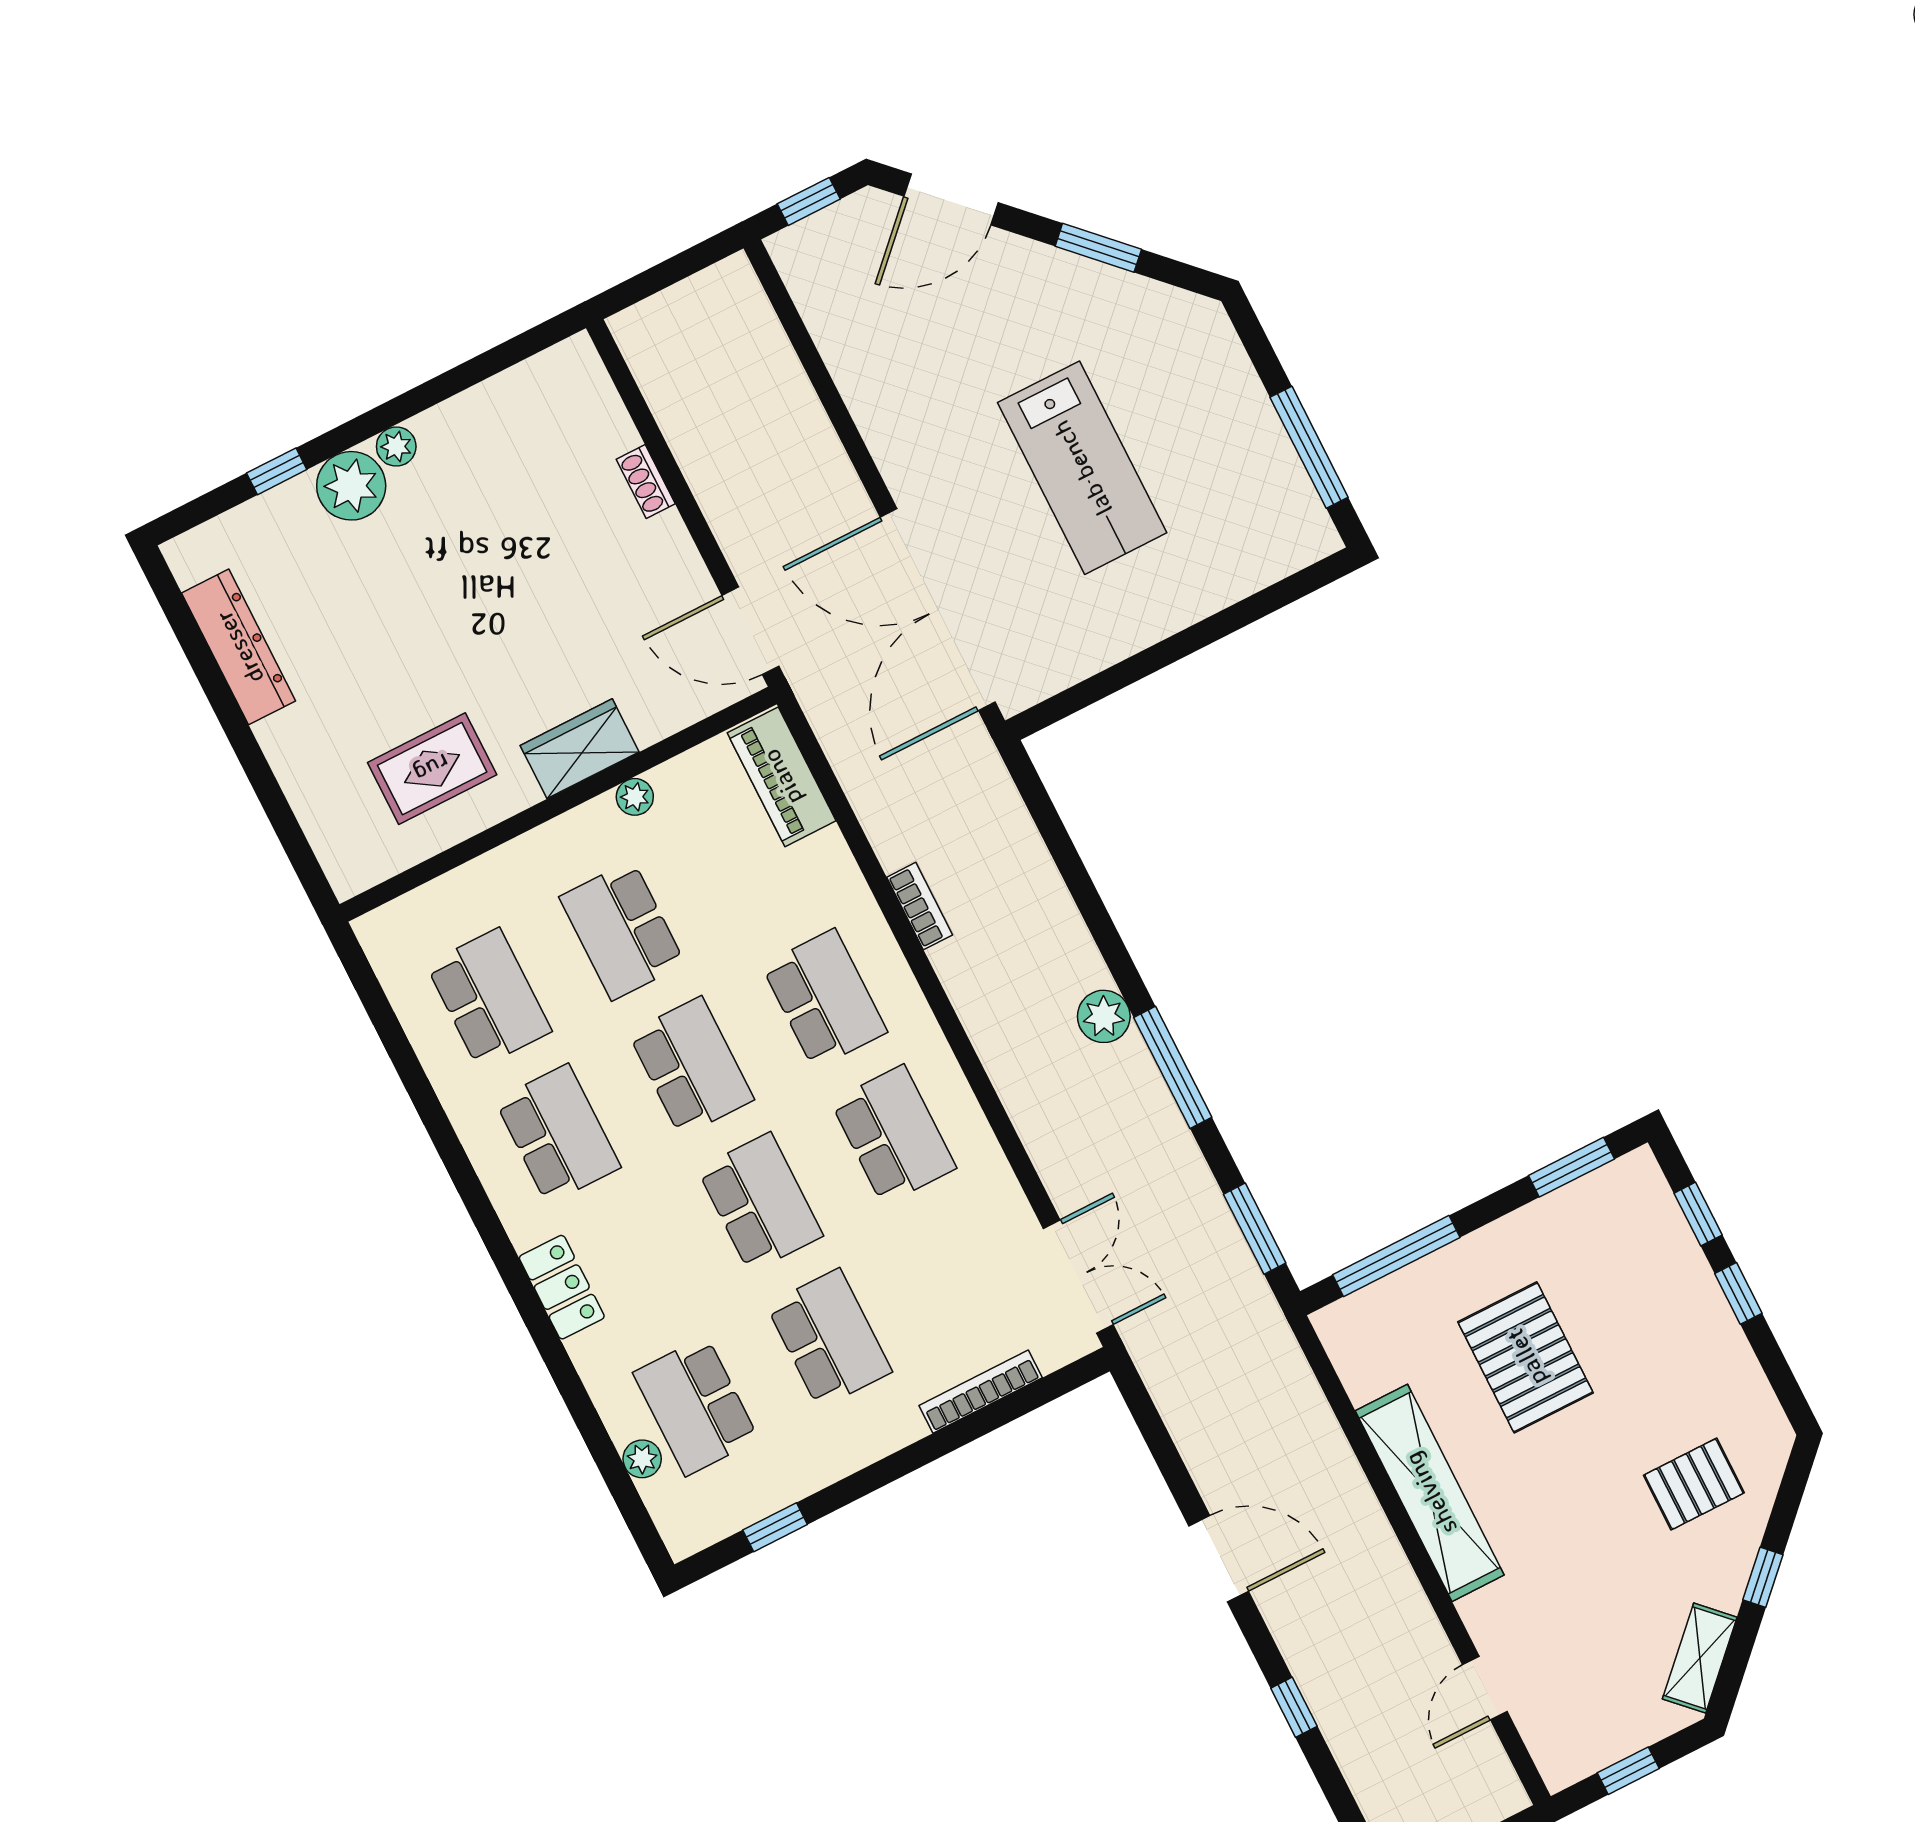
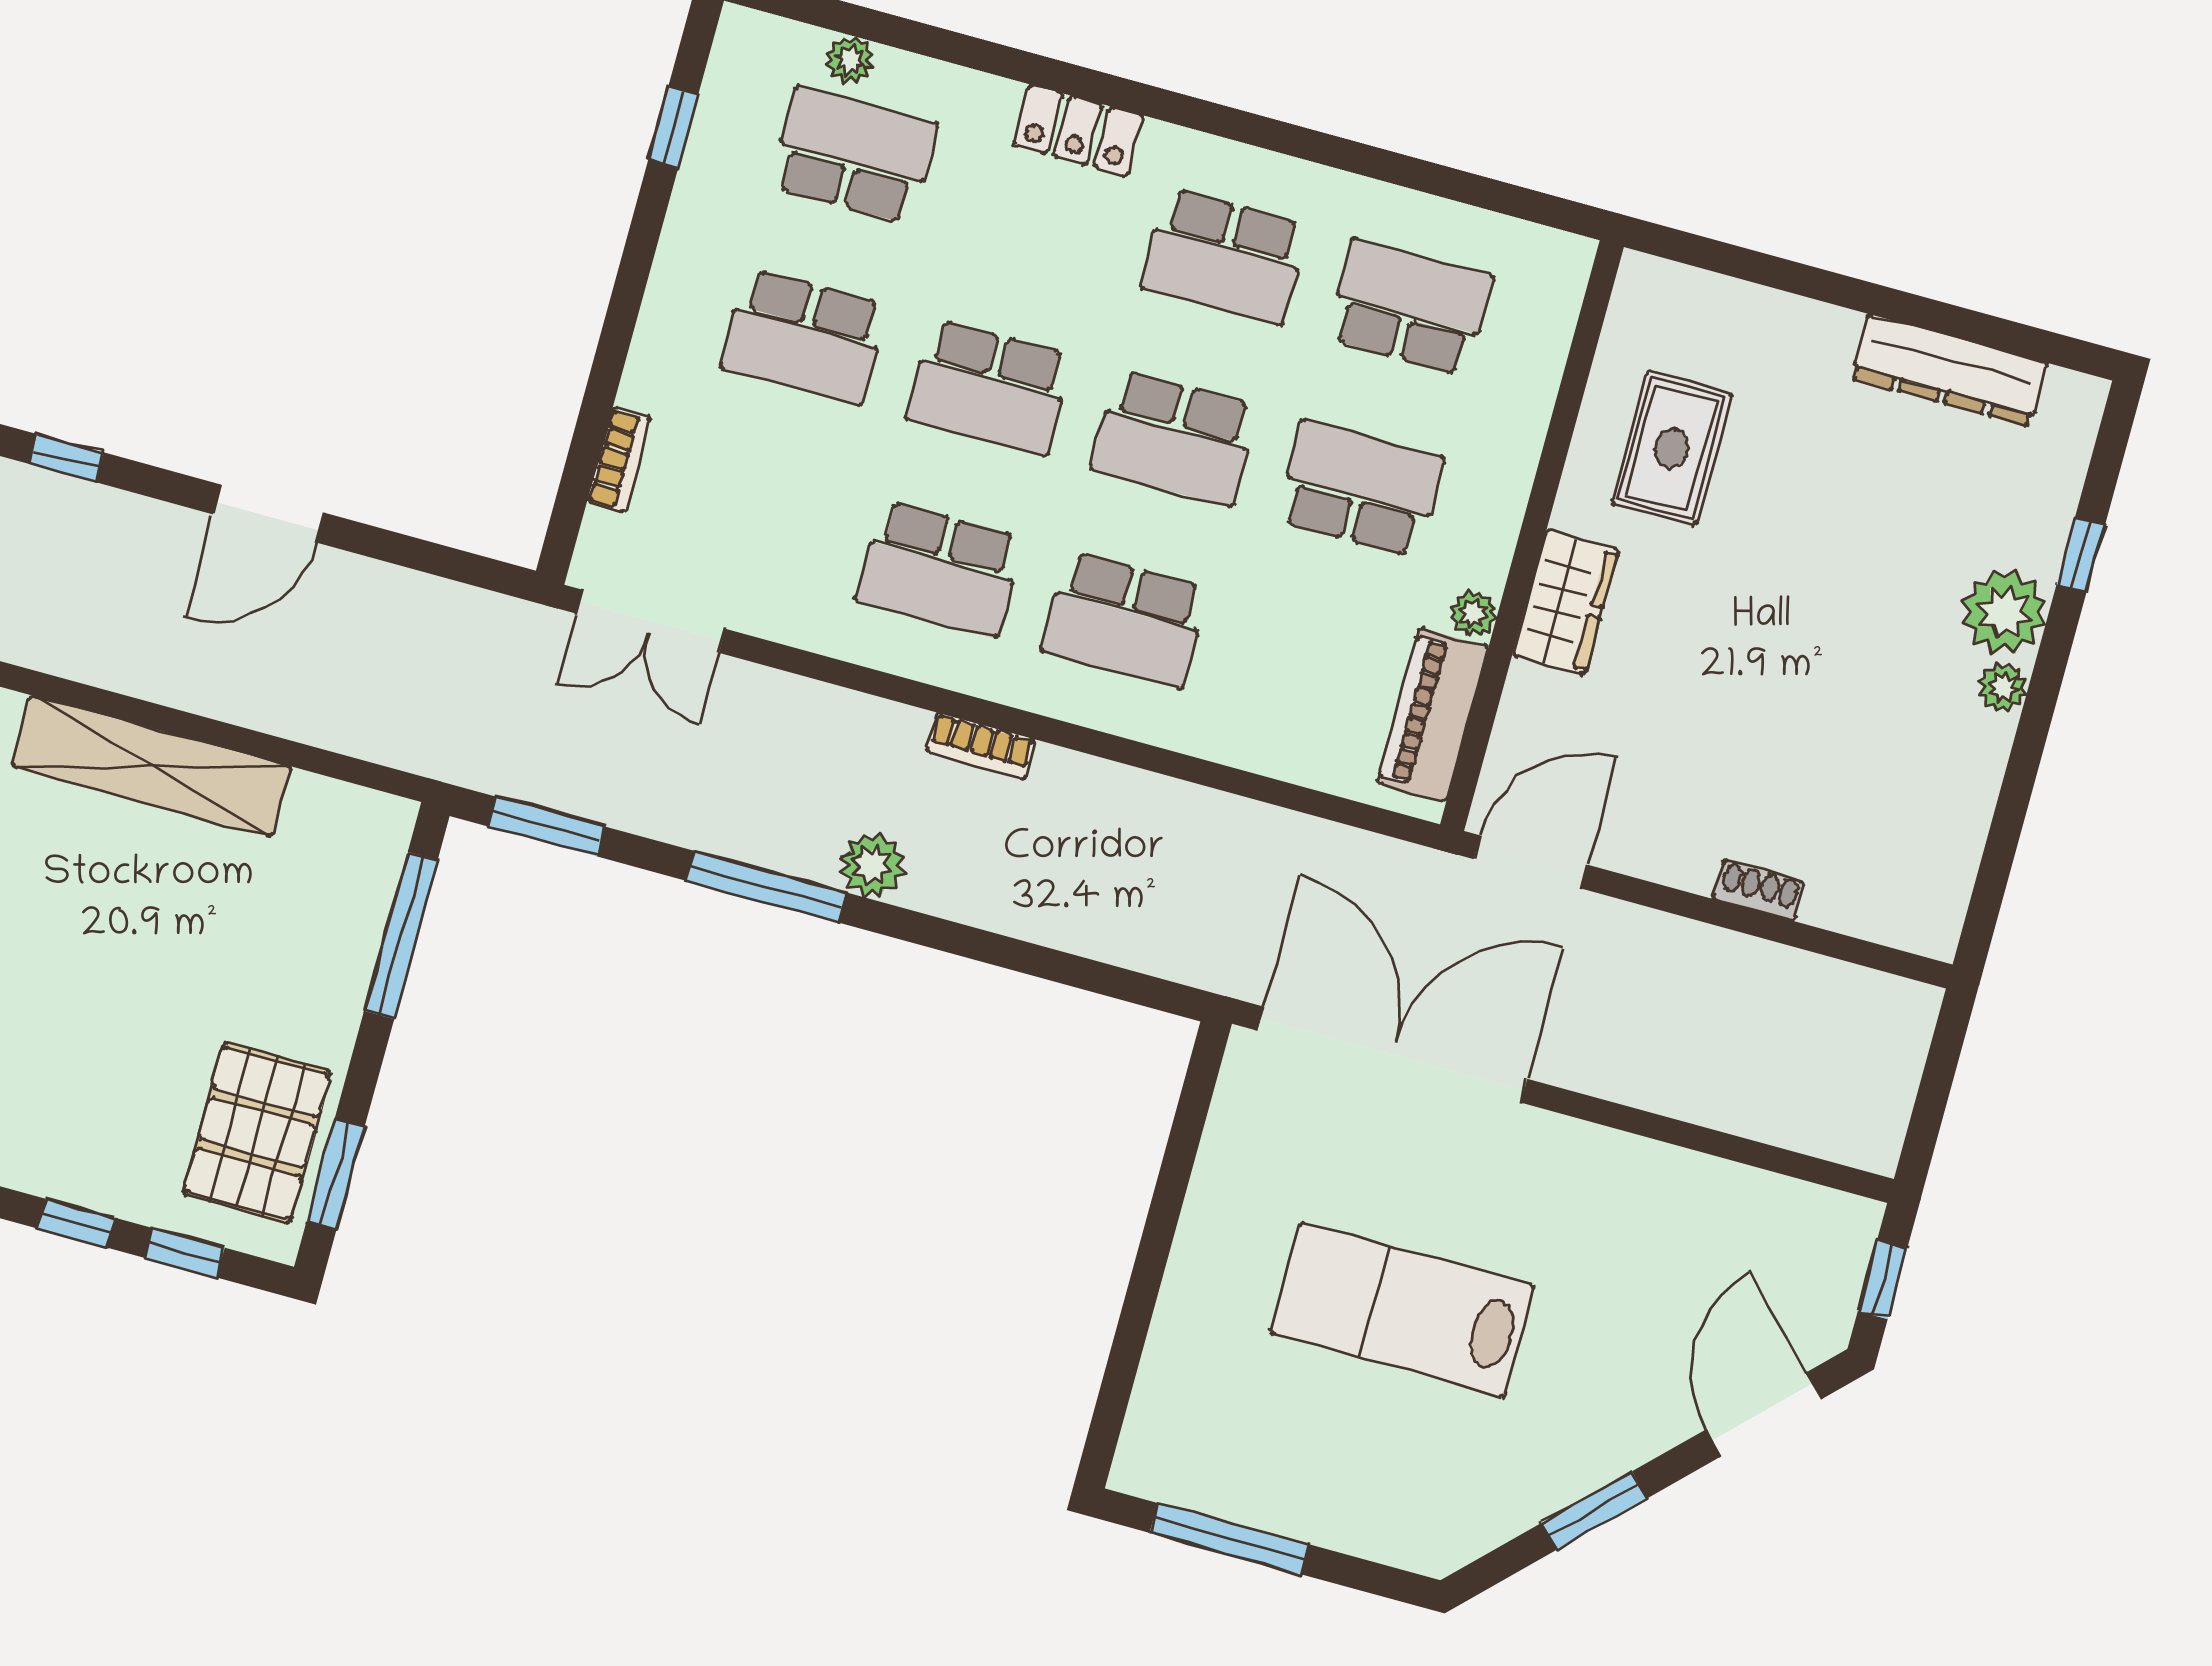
piano: (782, 777) -> (1433, 715), moved, turned -90
bookcase: (920, 906) -> (981, 746), moved
school desk: (489, 998) -> (1410, 307), turned 180
pallet: (1526, 1357) -> (257, 1133), moved, turned 90
bookcase: (981, 1392) -> (619, 460), width x0.64

